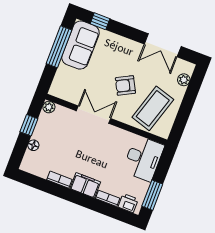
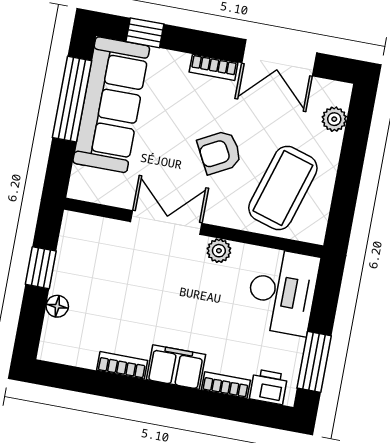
bookcase: (130, 44) -> (214, 67), added
sofa: (80, 45) -> (111, 105), width x1.36
plant: (49, 107) -> (219, 251), moved

